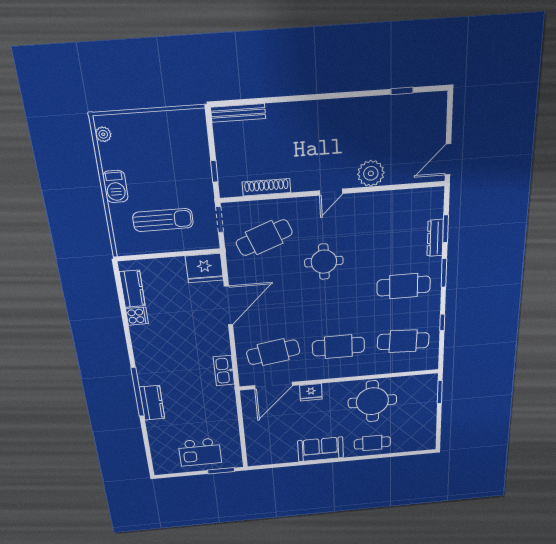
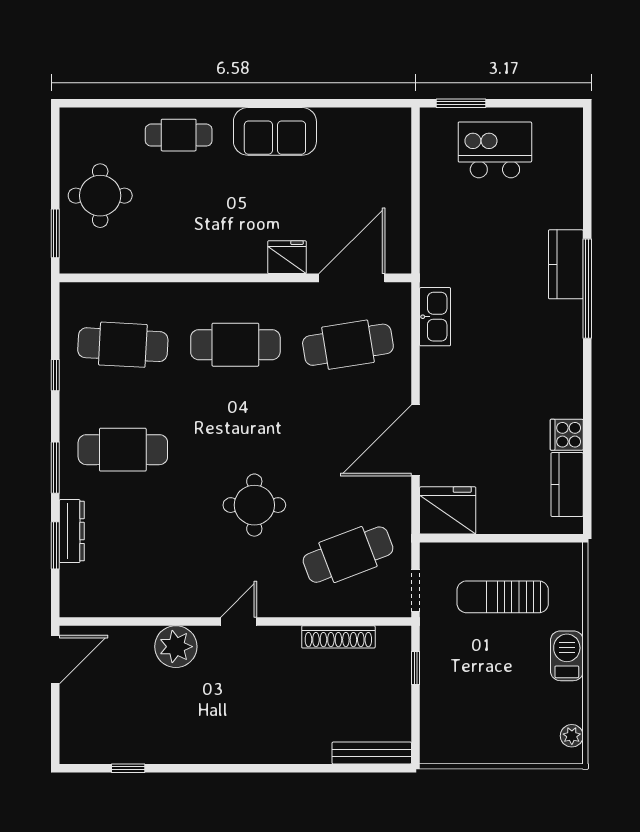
round table: (372, 401) -> (100, 196), moved, width x0.73, depth x0.73

